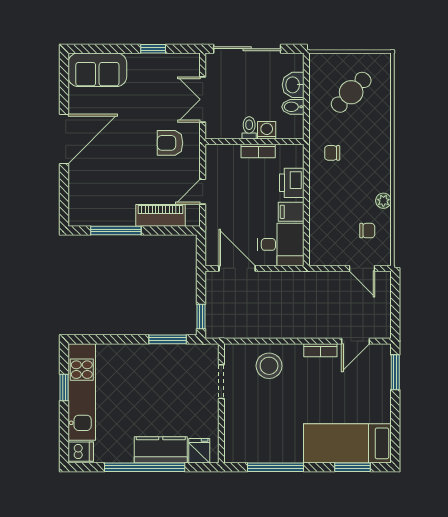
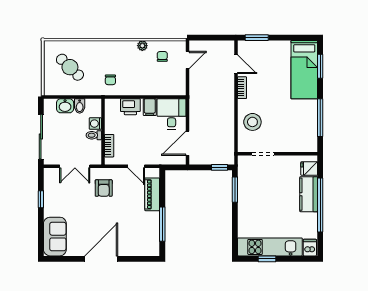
door: (64, 139) -> (101, 259), hinge flipped
bookcase: (258, 151) -> (109, 146), moved

